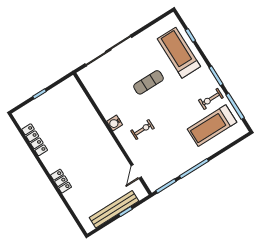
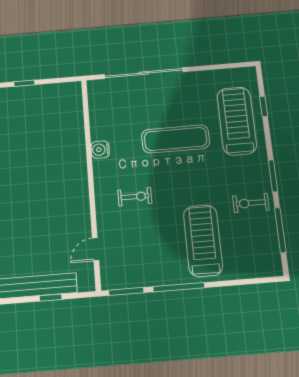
exercise mat: (148, 82) -> (176, 139), width x1.36, depth x1.45
water cooler: (115, 123) -> (100, 150), moved
treadmill: (212, 126) -> (203, 241), moved, turned 90

